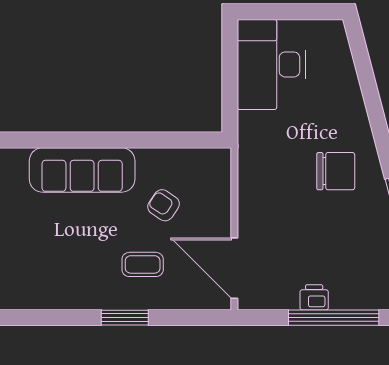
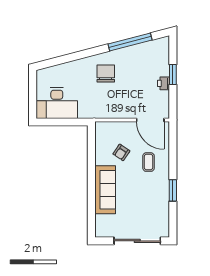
door: (234, 268) -> (150, 120), hinge flipped
window: (125, 318) -> (173, 190), moved
window: (334, 318) -> (173, 74), width x0.47

